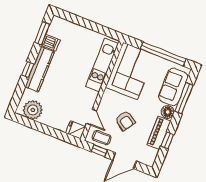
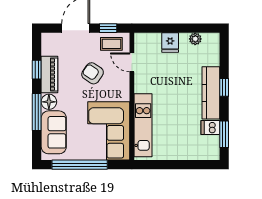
window: (184, 98) -> (37, 112), moved
plant: (33, 110) -> (195, 39), width x0.53, depth x0.53
fridge: (76, 130) -> (170, 43), moved, turned 90

